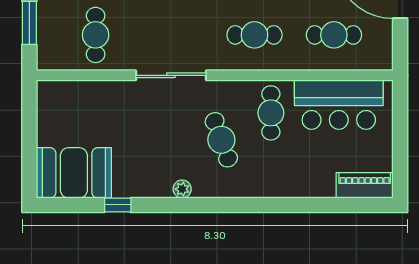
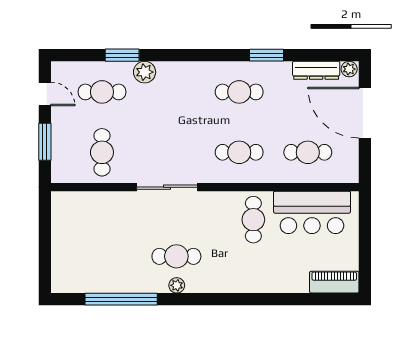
cafe table: (221, 140) -> (176, 256), moved, turned -70
booth: (74, 173) -> (83, 271), removed
window: (118, 205) -> (121, 299), width x3.17

